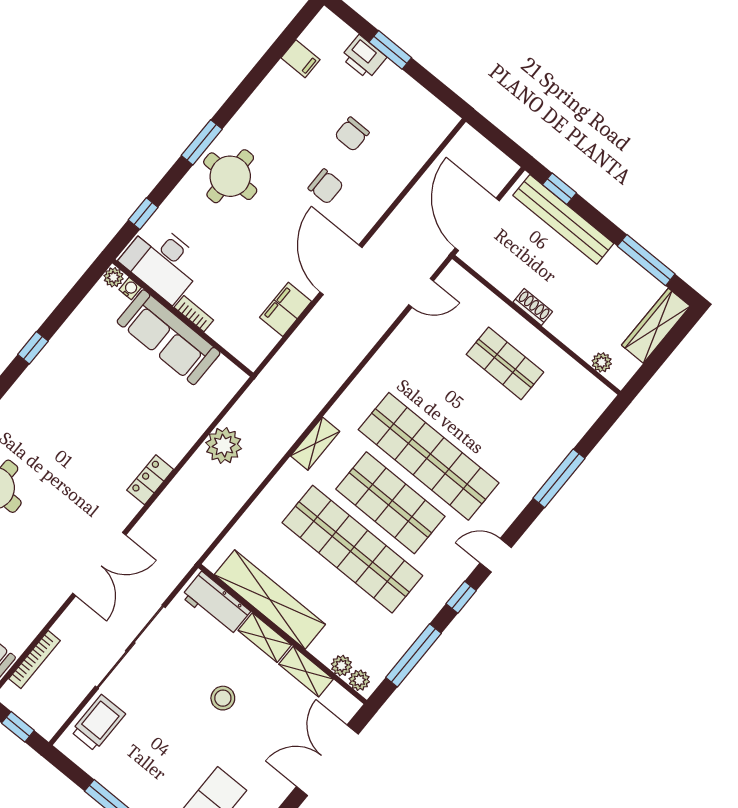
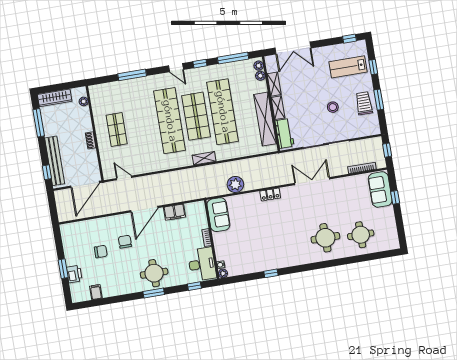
sofa: (169, 337) -> (218, 215), moved, width x0.73
stool: (223, 698) -> (333, 107), moved
trolley: (98, 723) -> (364, 103), moved, turned 90

